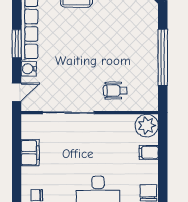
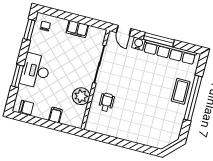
window: (17, 44) -> (159, 40), width x1.44
window: (163, 57) -> (122, 143), removed
plant: (147, 126) -> (81, 96), moved

